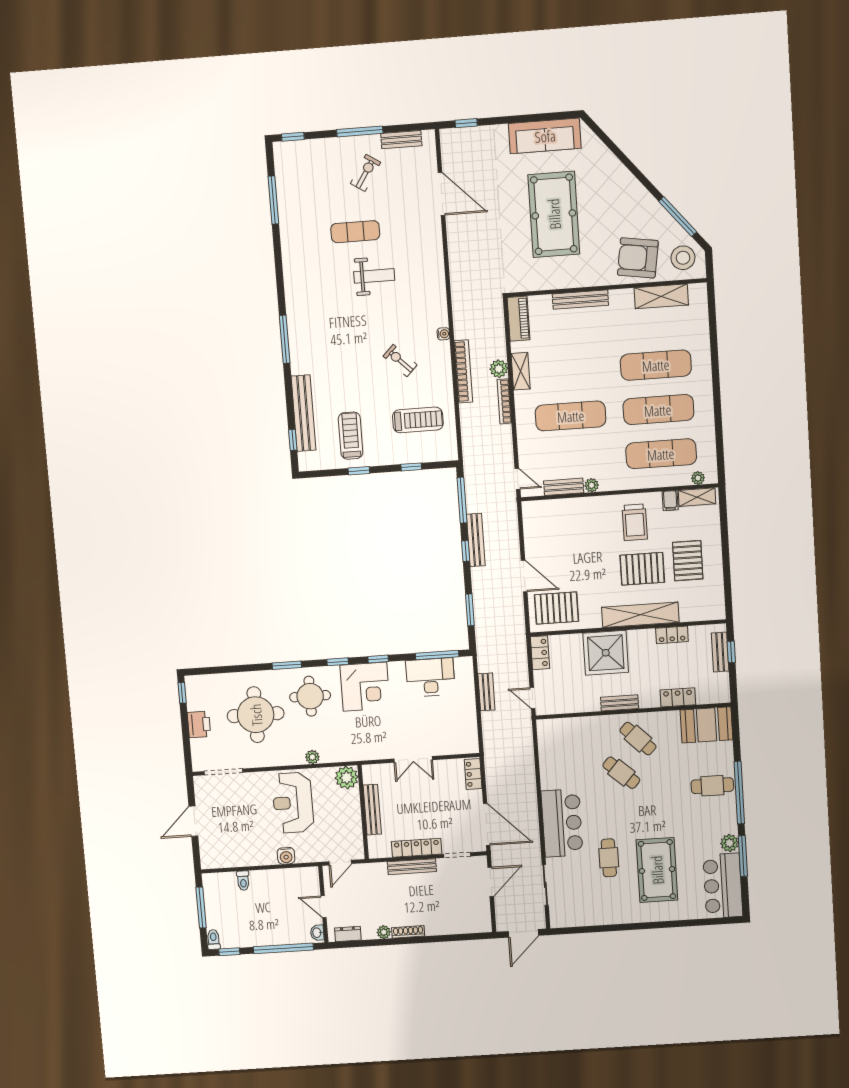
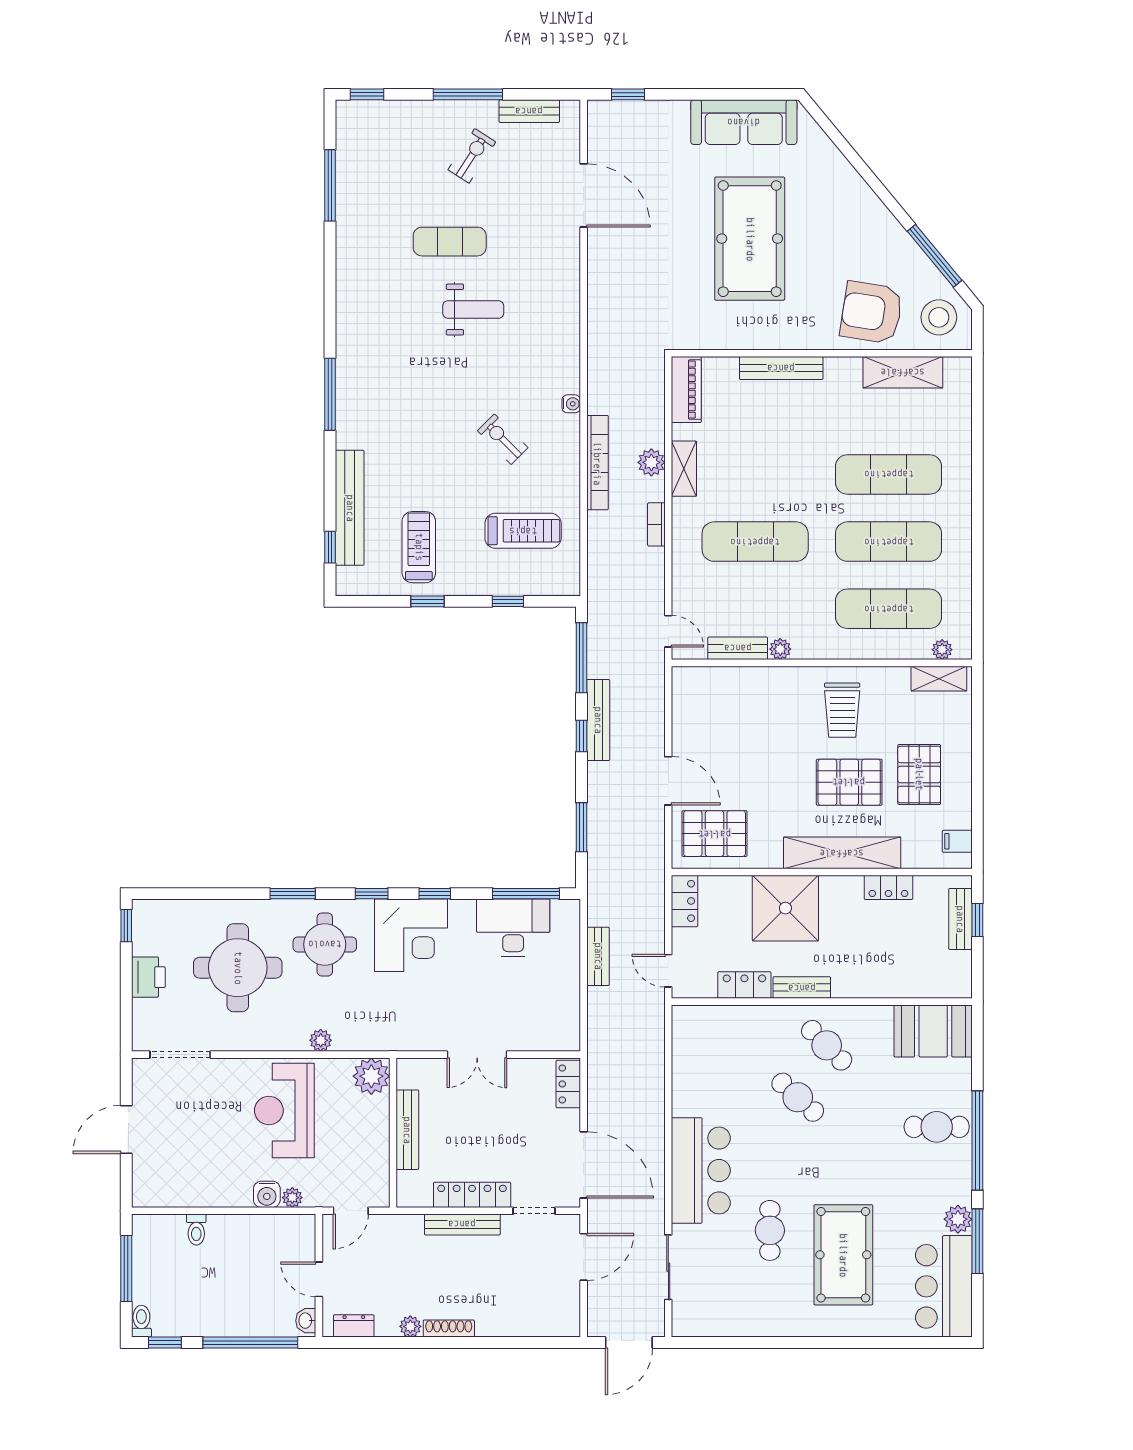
bookcase: (504, 401) -> (656, 524), width x0.64
filing cabinet: (670, 501) -> (957, 841), moved, turned 90
locker: (678, 697) -> (744, 985), moved
plant: (302, 857) -> (292, 1198), added

